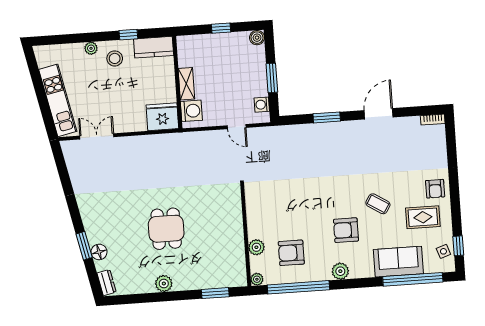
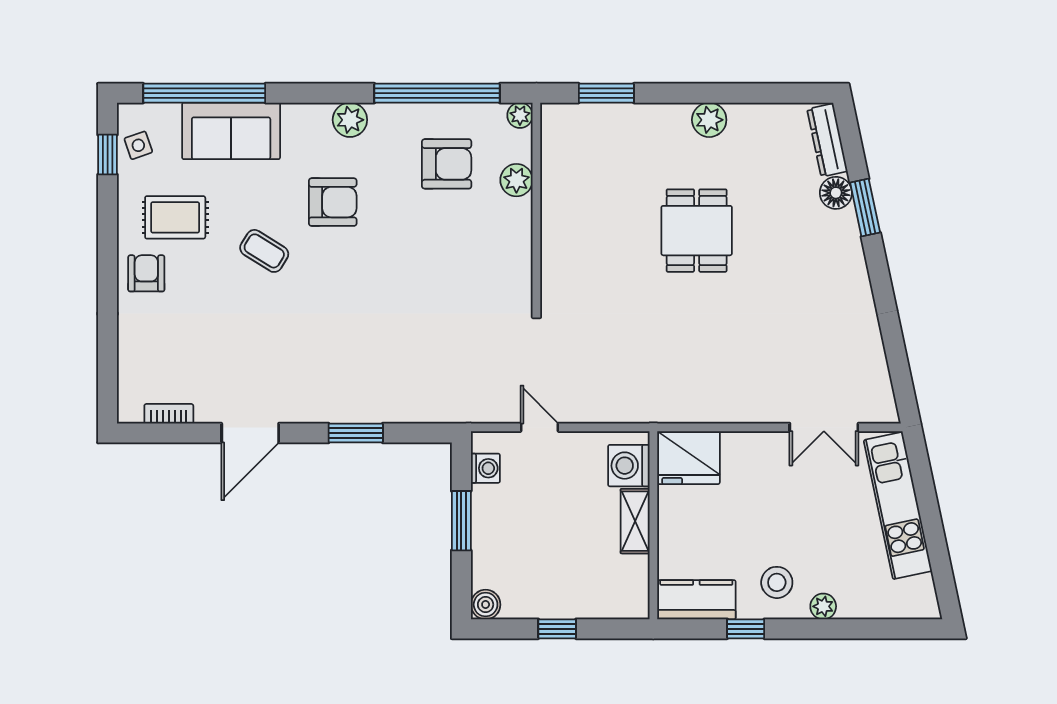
bookcase: (433, 120) -> (169, 414), moved
dresser: (106, 283) -> (827, 140), width x1.44

